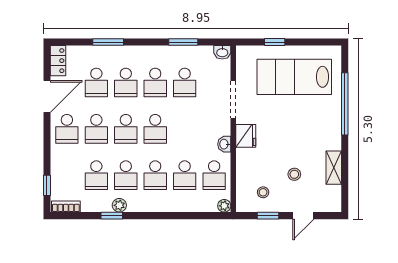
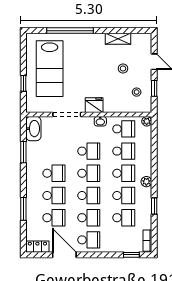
washbasin: (222, 52) -> (33, 129), width x1.91, depth x1.45
school desk: (185, 82) -> (89, 151), moved
plant: (119, 205) -> (146, 182), moved

